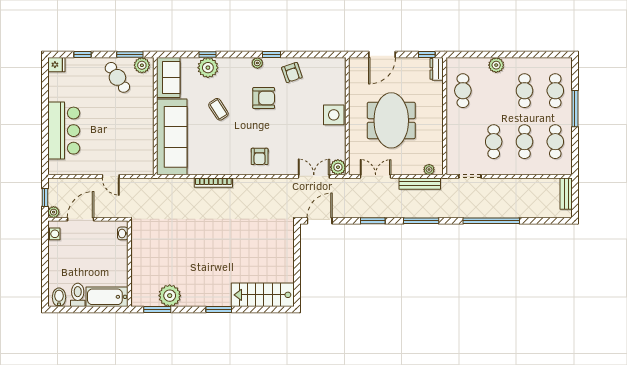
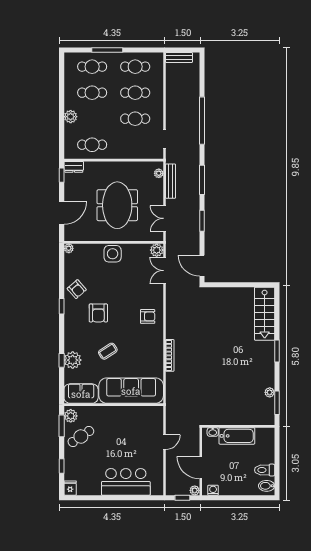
door: (382, 55) -> (62, 213), hinge flipped
plant: (257, 63) -> (69, 248), moved
armchair: (292, 72) -> (77, 289), turned 68
armchair: (264, 98) -> (98, 313), turned 180
meeting table: (391, 120) -> (117, 205), turned 90
plant: (170, 296) -> (270, 392), width x0.53, depth x0.53
bathtub: (107, 297) -> (237, 436), moved, turned -90

